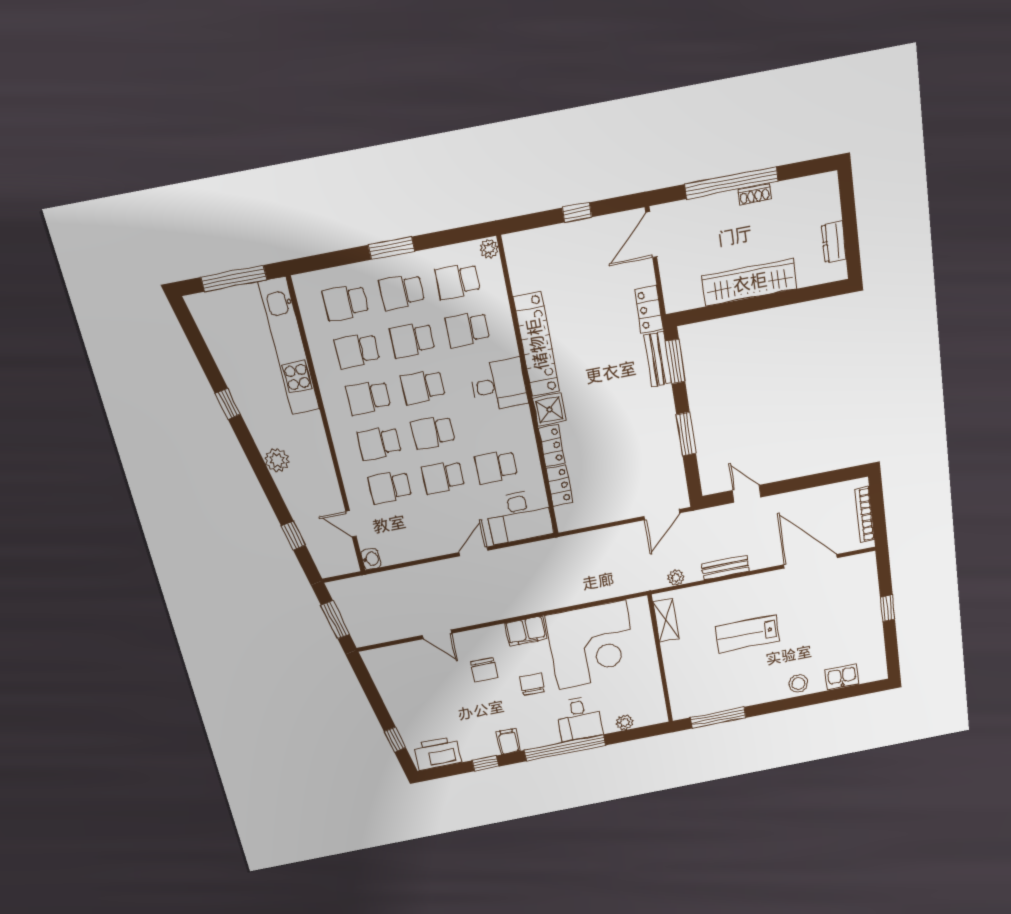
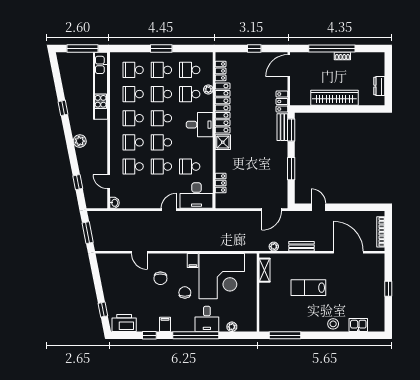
plant: (489, 249) -> (208, 89), moved
locker: (552, 446) -> (221, 71), moved
filing cabinet: (526, 631) -> (193, 261), width x0.50

